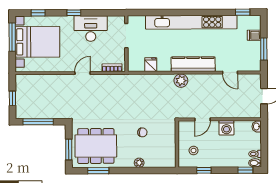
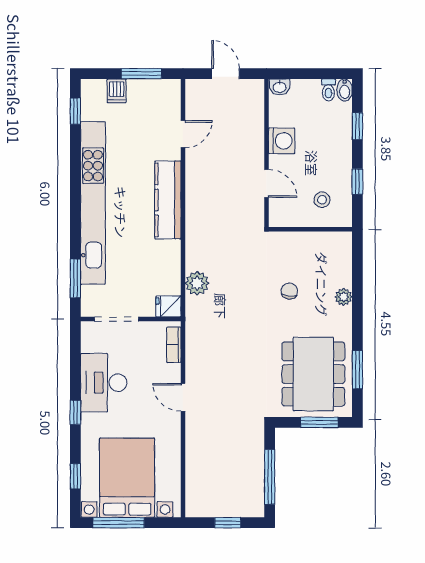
window: (149, 13) -> (75, 278), added
fridge: (151, 65) -> (168, 306), moved
plant: (181, 81) -> (197, 283), moved
window: (245, 170) -> (357, 126), moved

